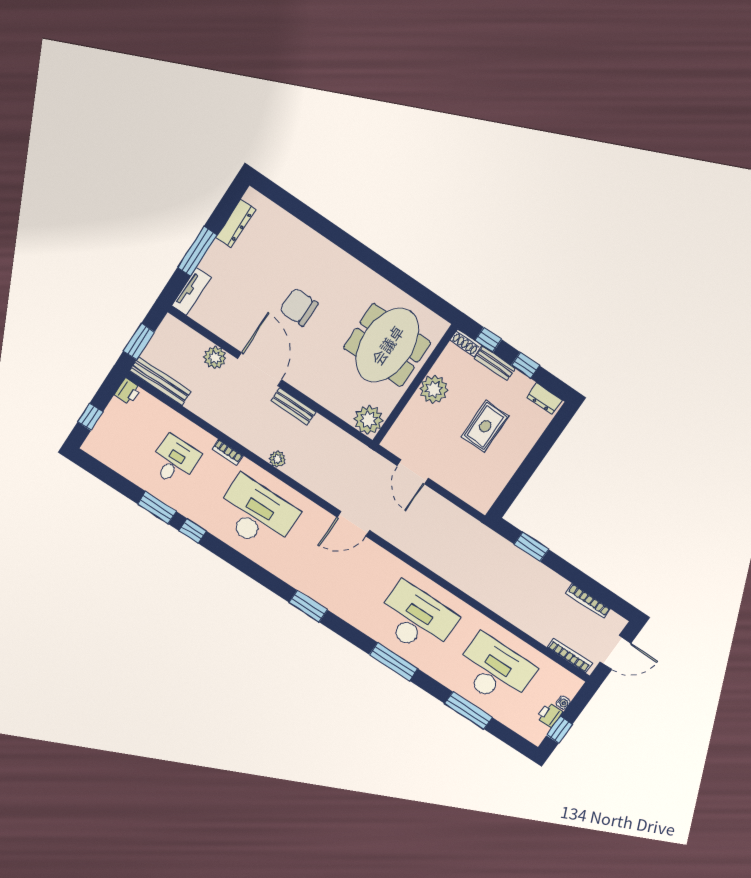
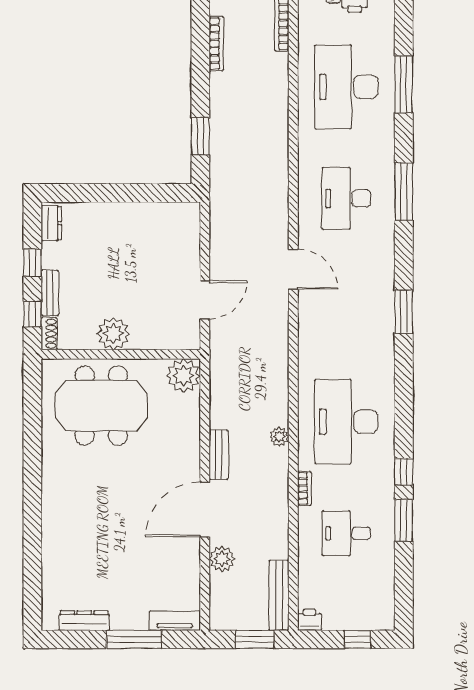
chair: (299, 307) -> (122, 512), removed
rug: (485, 426) -> (115, 261), removed
door: (353, 524) -> (293, 269), moved
desk: (416, 619) -> (346, 198), width x0.73, depth x0.77

